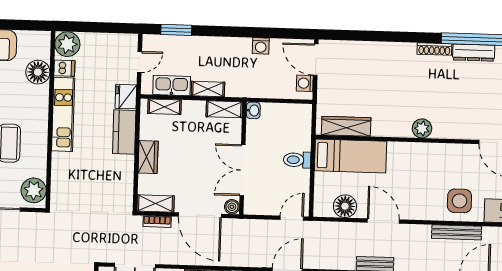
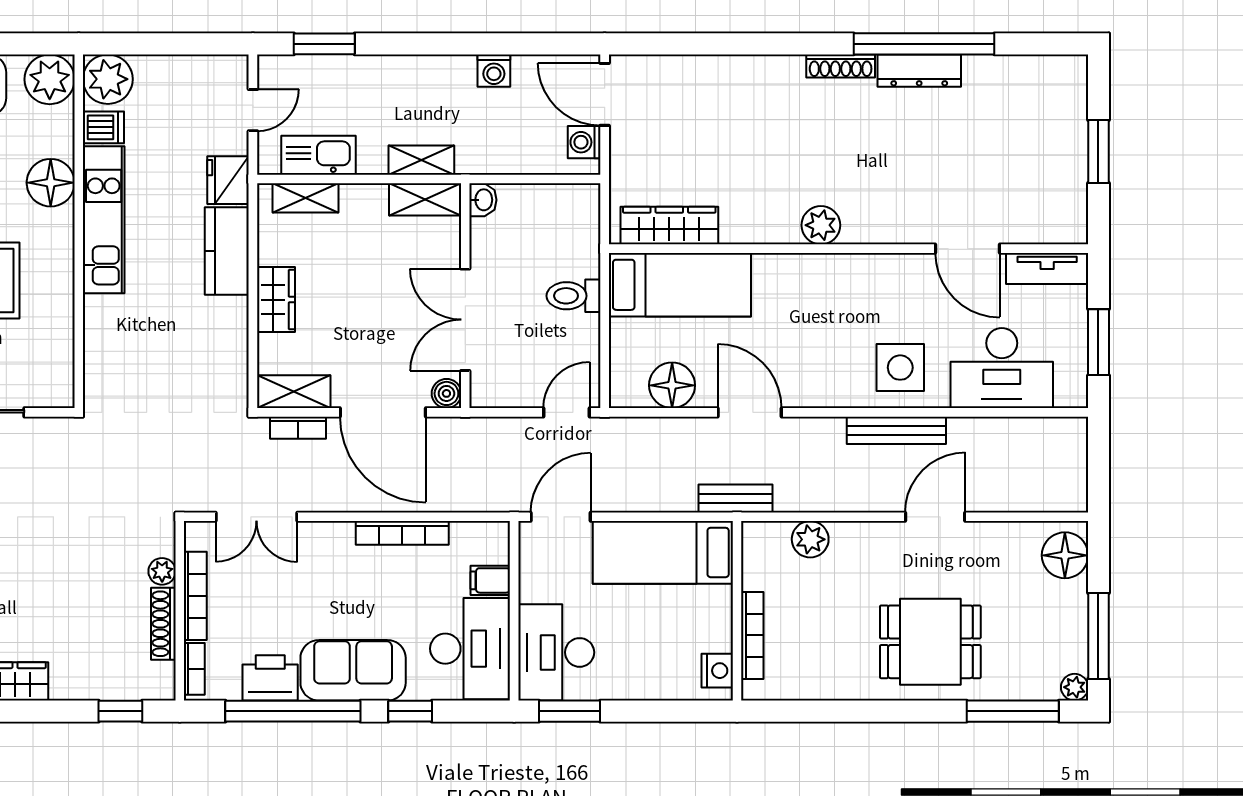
floor lamp: (38, 72) -> (51, 183), moved
shelving: (208, 89) -> (421, 160), moved
plant: (34, 190) -> (50, 79), moved

